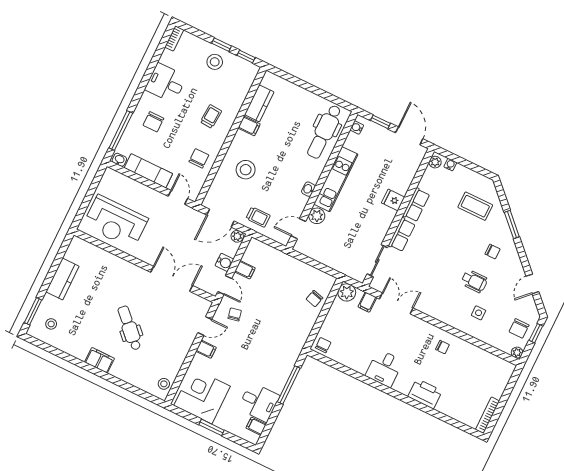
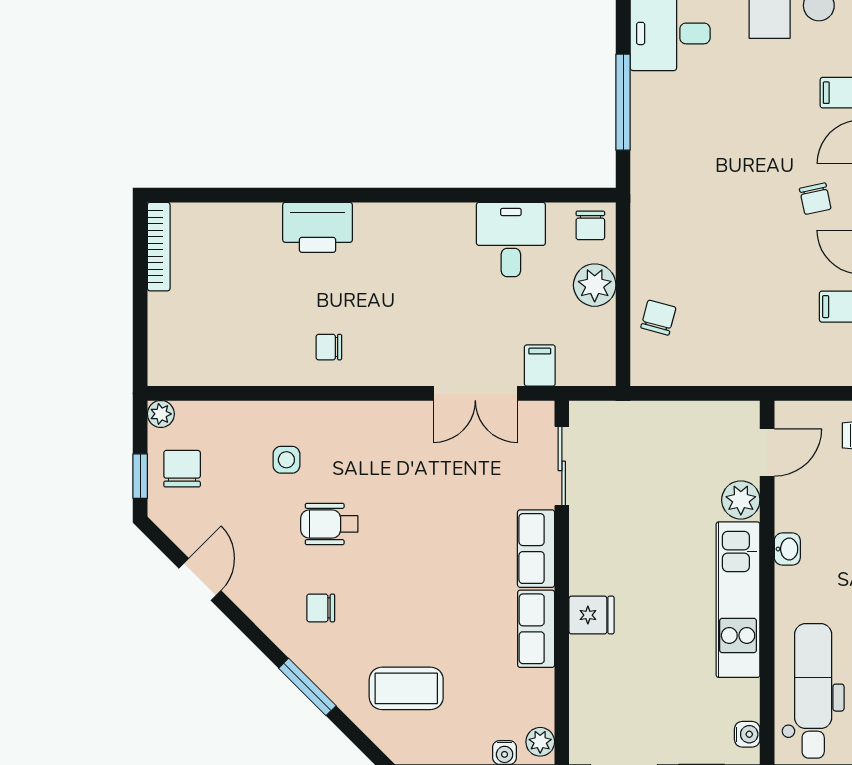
plant: (347, 292) -> (595, 285), moved
desk: (384, 368) -> (511, 239), moved

